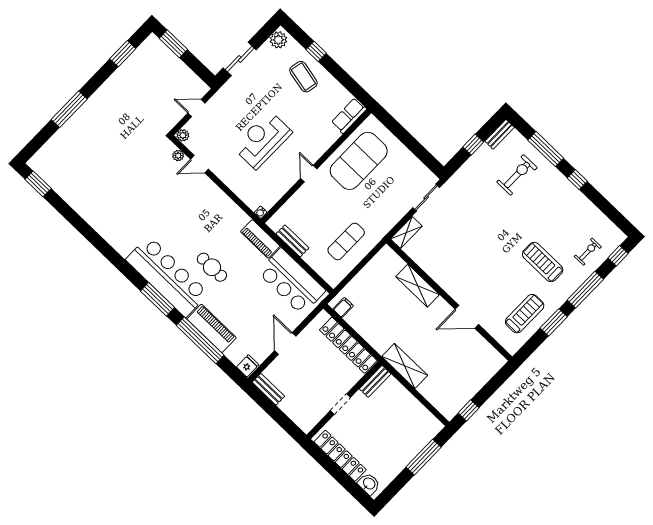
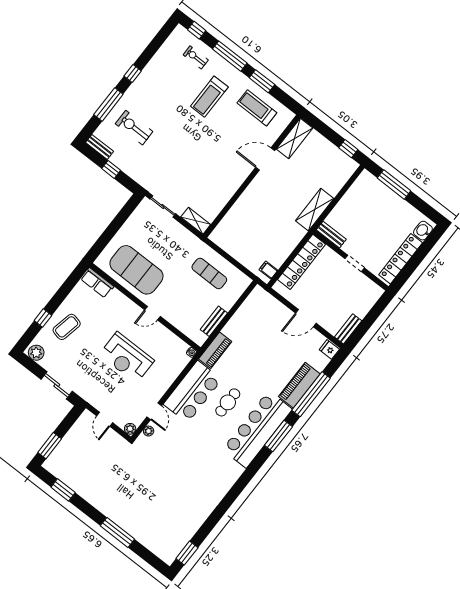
cafe table: (212, 267) -> (228, 402), moved
bar counter: (291, 281) -> (193, 392), moved
shelving: (418, 286) -> (295, 138), moved
door: (467, 317) -> (265, 159), swing flipped

